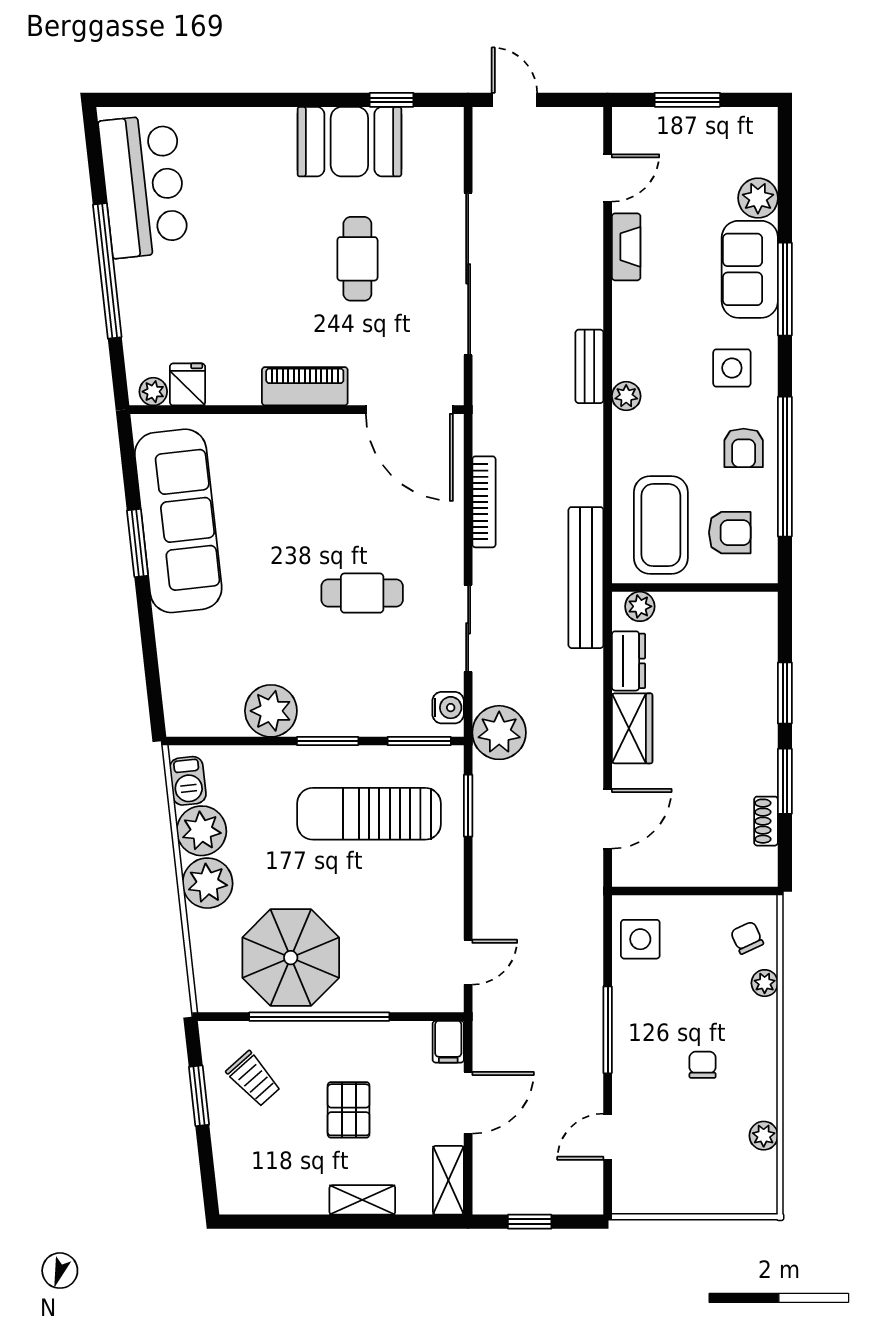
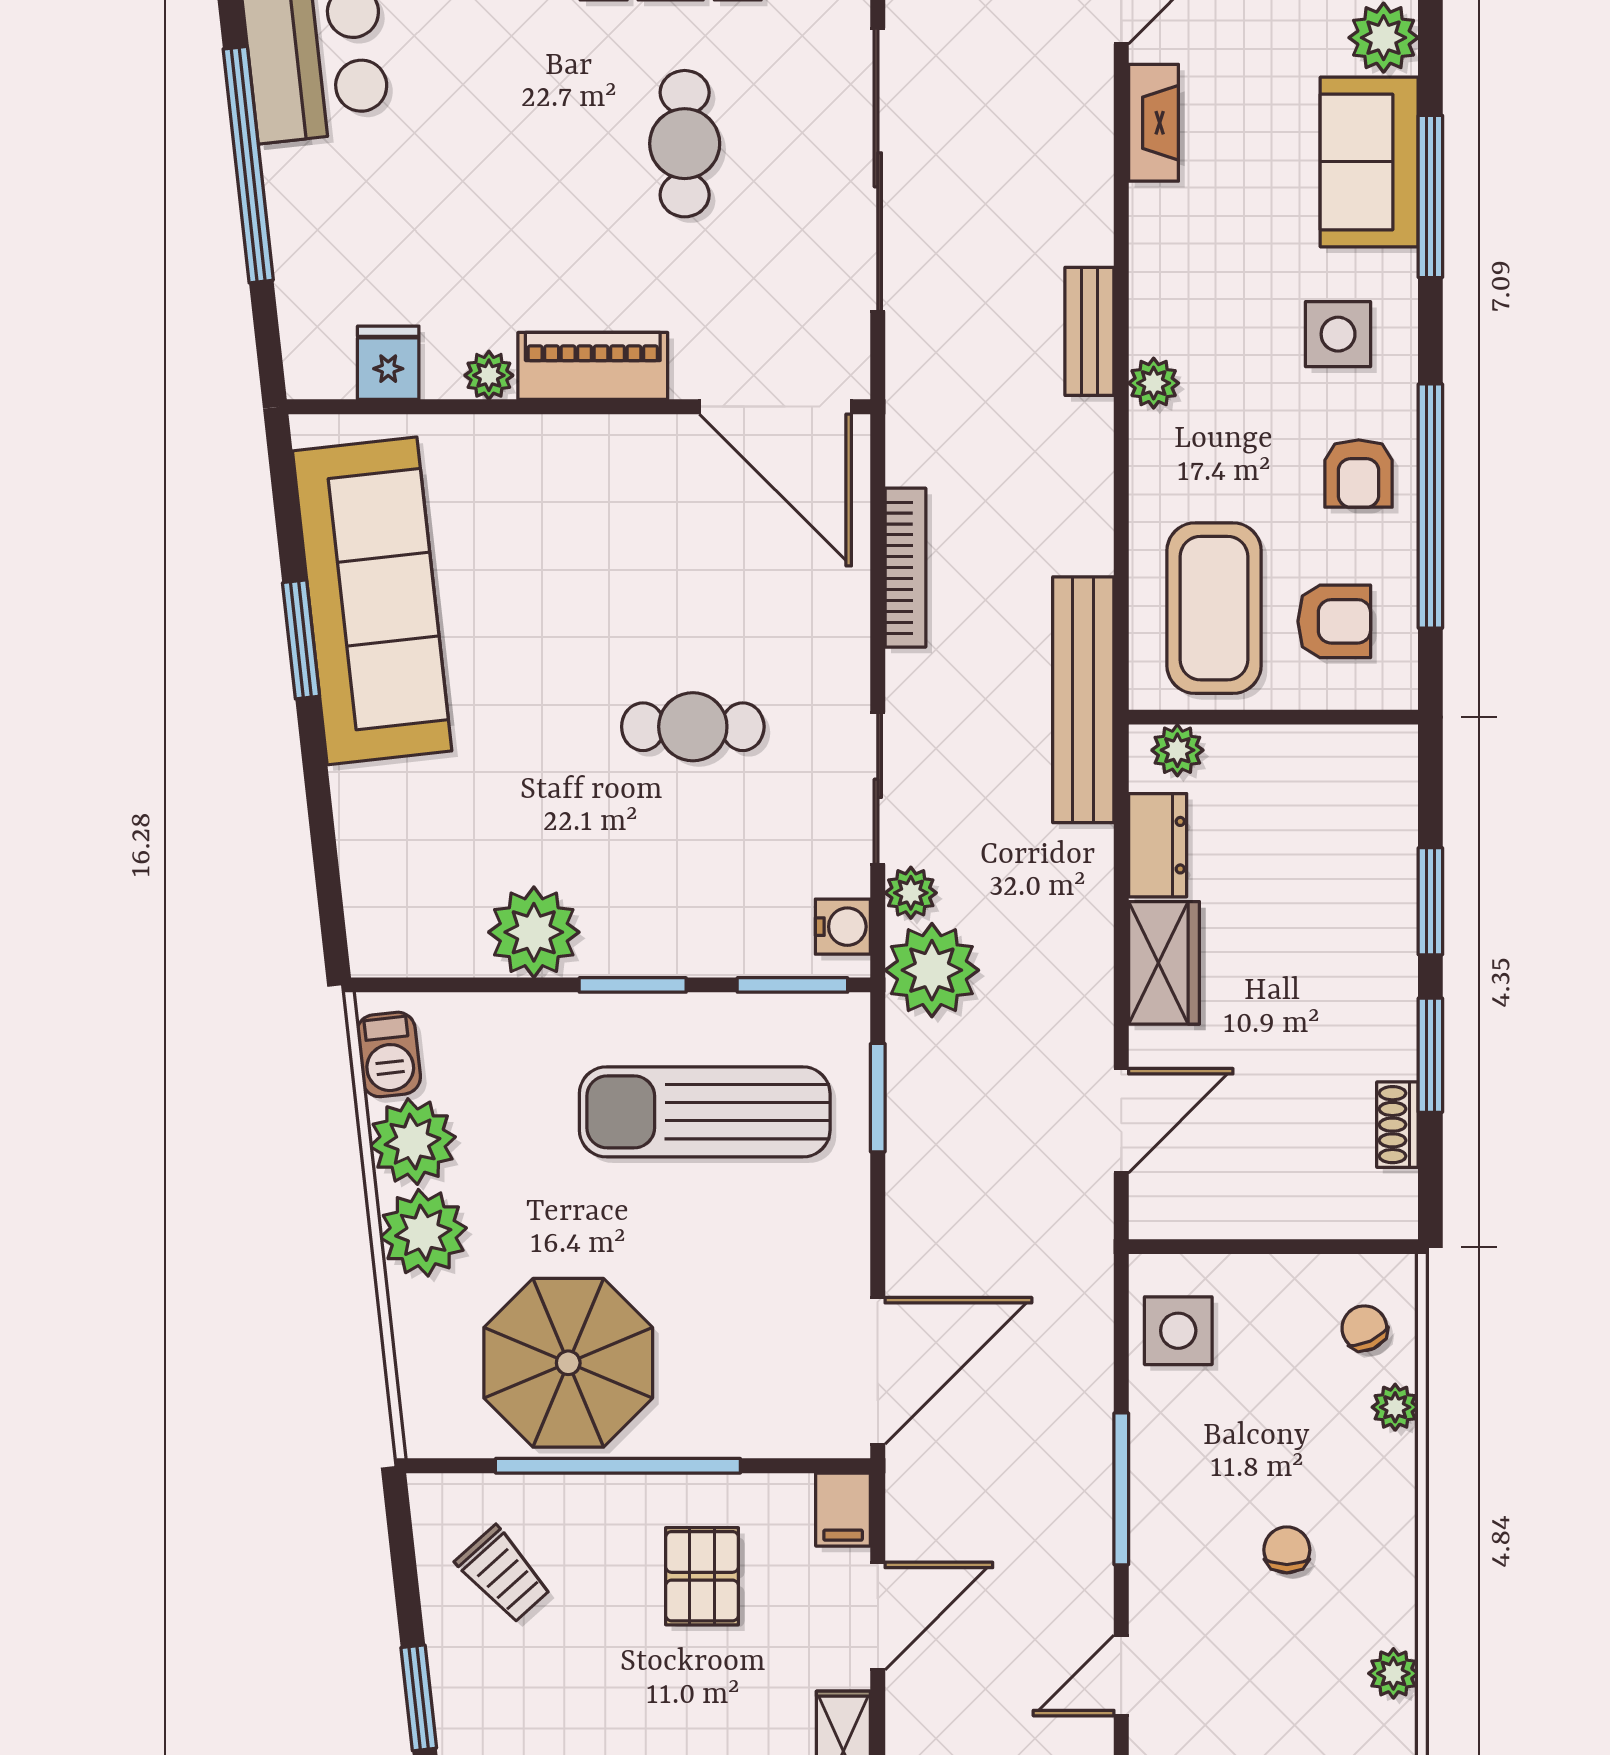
plant: (153, 392) -> (489, 375), moved
plant: (487, 688) -> (911, 893), added
door: (468, 962) -> (878, 1371), width x1.88
window: (199, 1096) -> (419, 1698), moved
pallet: (349, 1110) -> (702, 1576), moved

